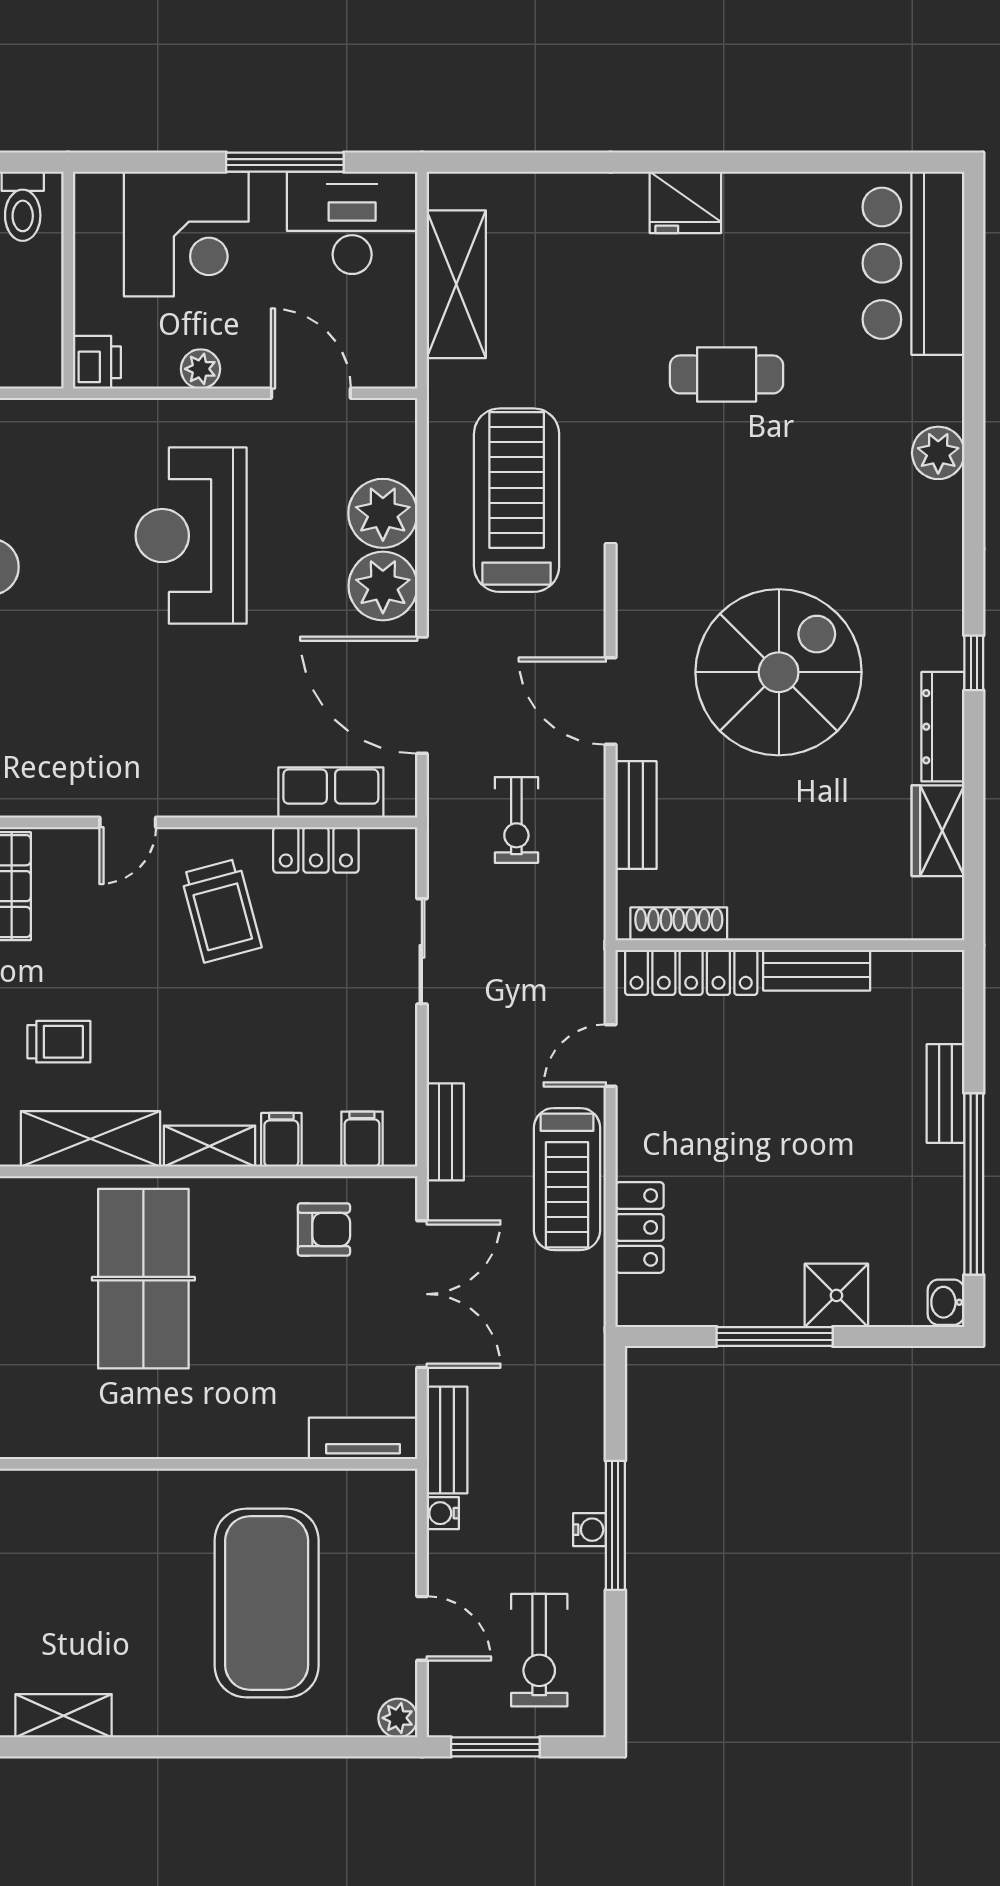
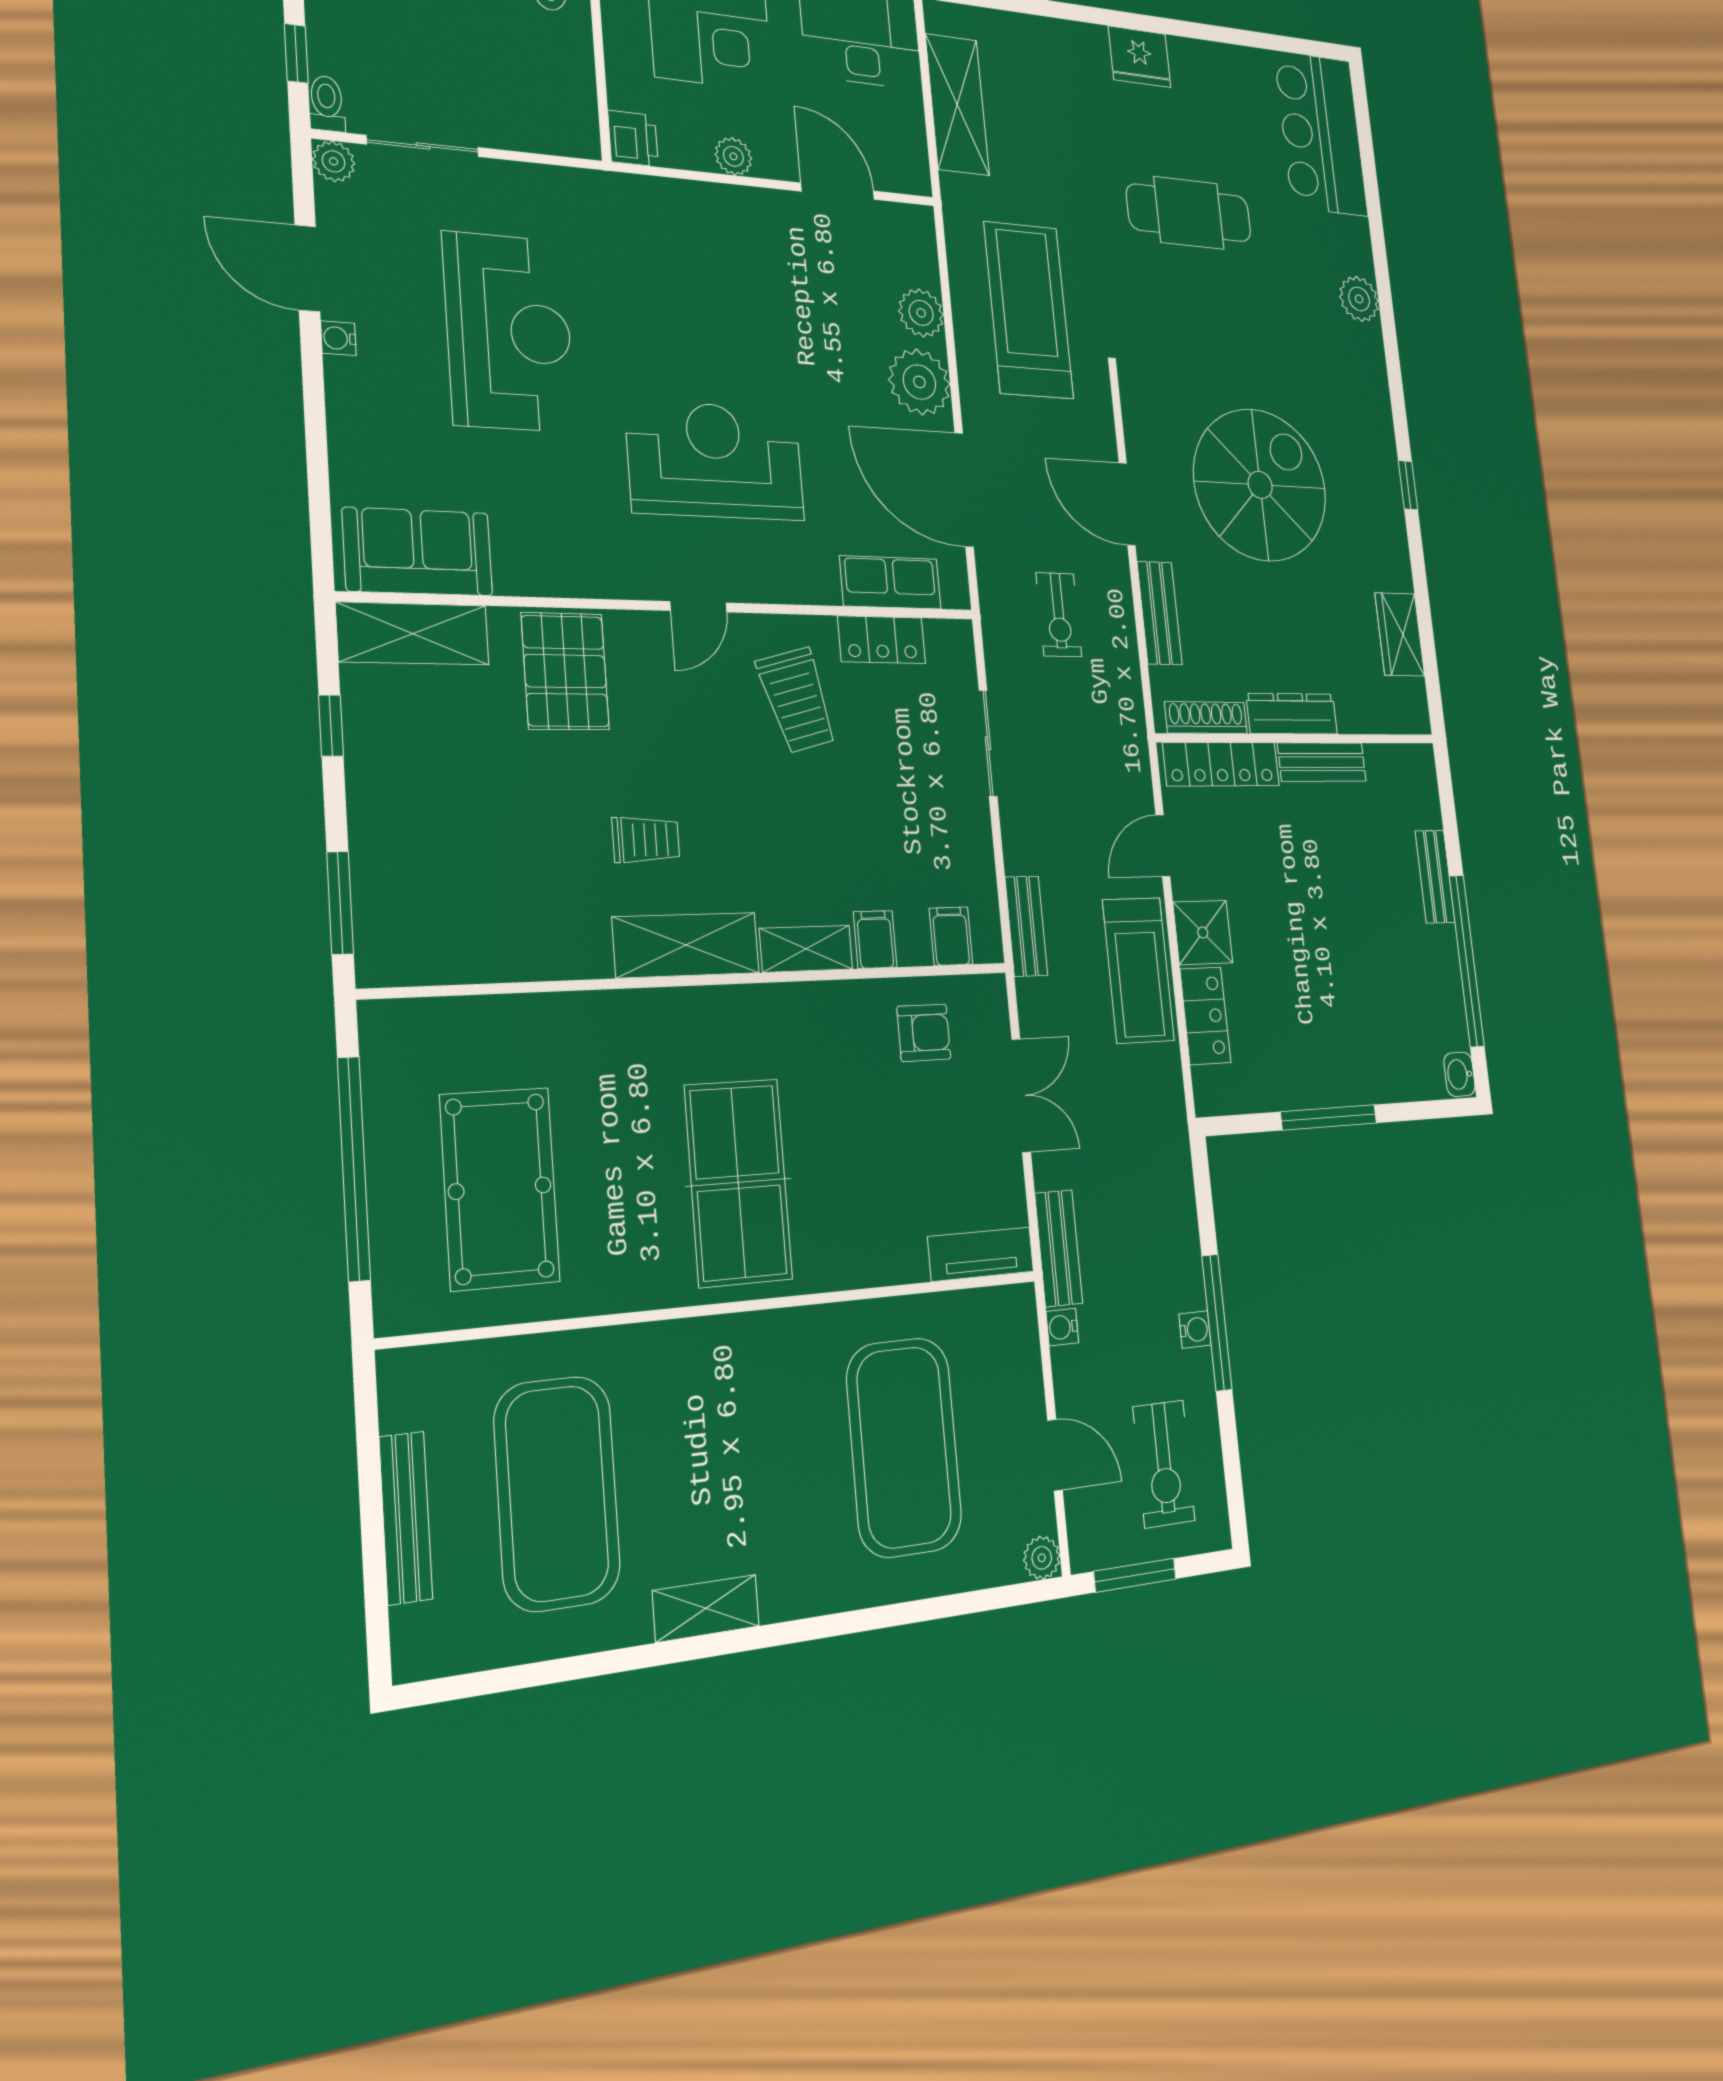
cafe table: (727, 374) -> (1189, 213), width x1.37, depth x1.35
plant: (383, 513) -> (921, 313), width x0.73, depth x0.73
reception desk: (191, 536) -> (715, 461), moved, turned 90
dresser: (943, 727) -> (1292, 714), moved, turned 90
table tennis table: (143, 1279) -> (738, 1182), moved
double door: (422, 1294) -> (1021, 1095), width x0.73
shower: (836, 1295) -> (1203, 932), moved

